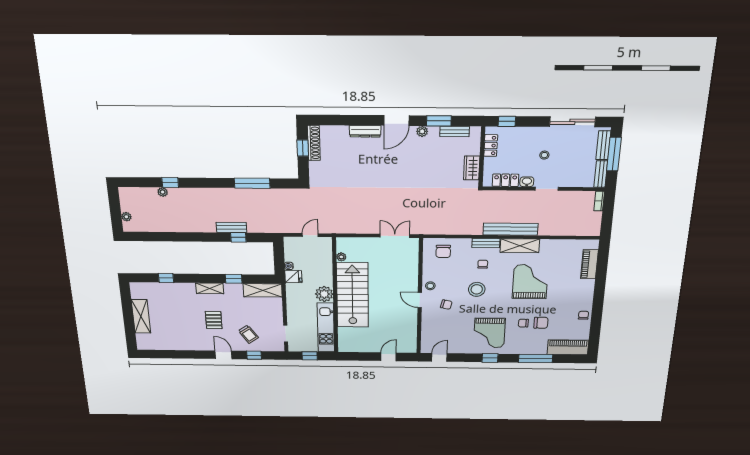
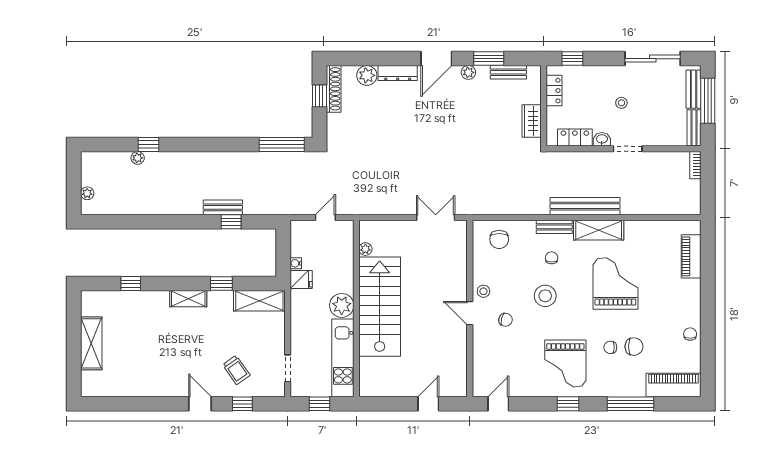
plant: (340, 133) -> (367, 75), added
window: (252, 183) -> (282, 144), moved
pallet: (214, 320) -> (190, 348), removed

